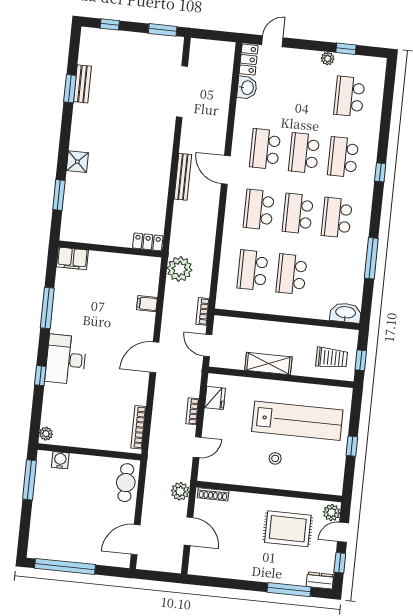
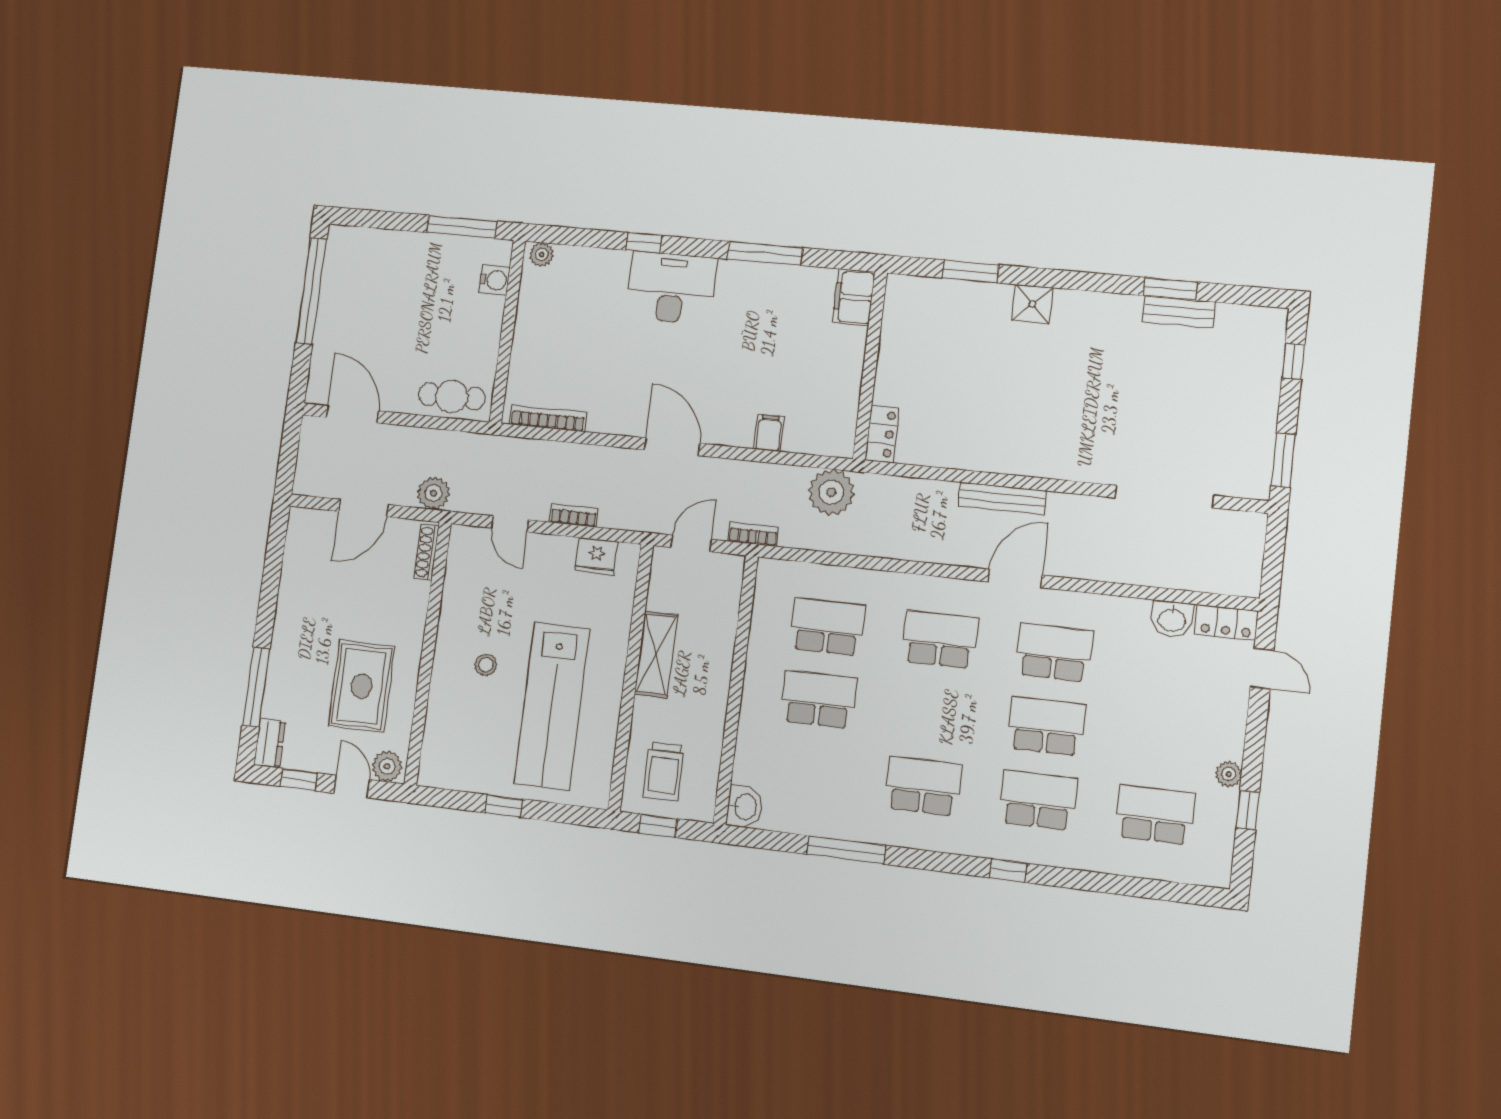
school desk: (298, 214) -> (932, 713), removed
washbasin: (346, 313) -> (745, 807), width x0.72

